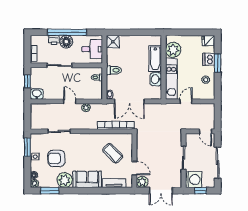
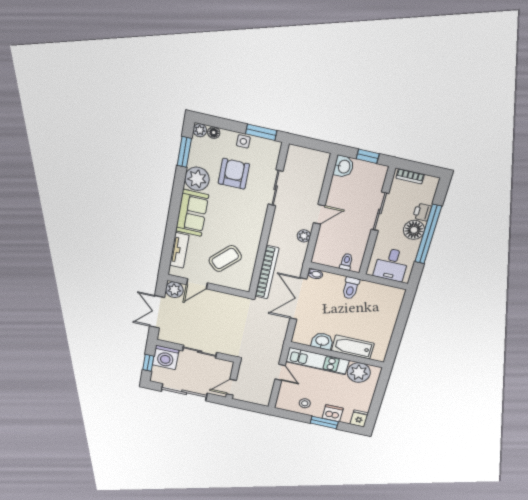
shower: (113, 42) -> (394, 296), removed

